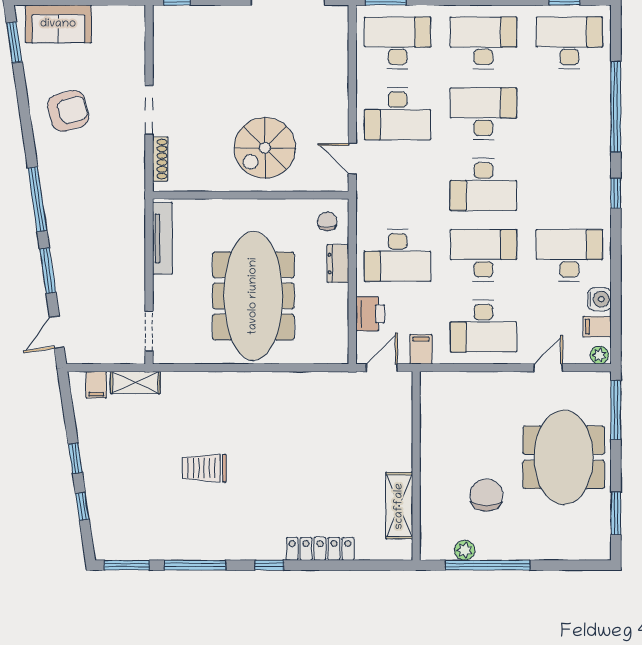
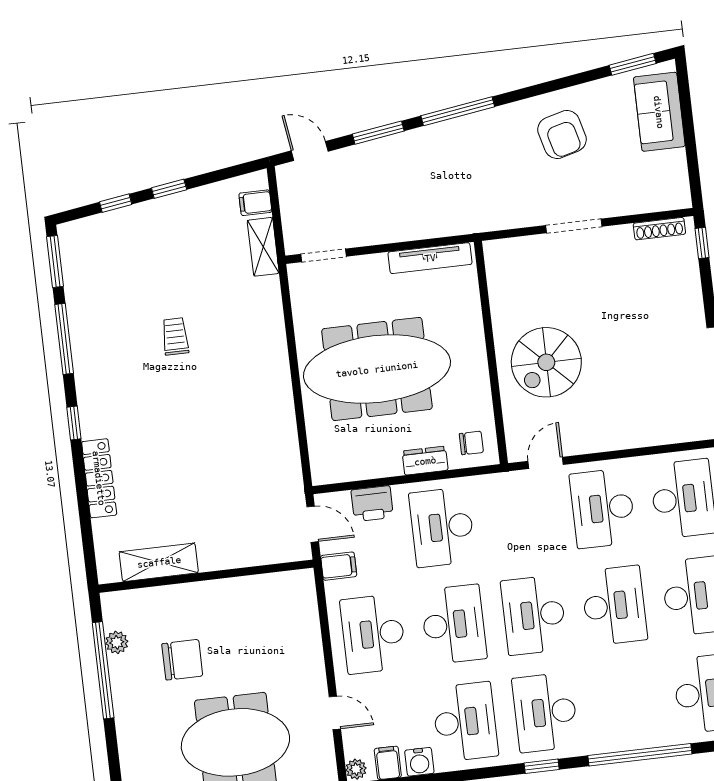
spiral stairs: (265, 148) -> (546, 362), turned -90
shoe rack: (160, 159) -> (659, 229), moved
desk: (569, 185) -> (545, 712), added
trolley: (204, 468) -> (175, 336), width x0.73, depth x0.72

